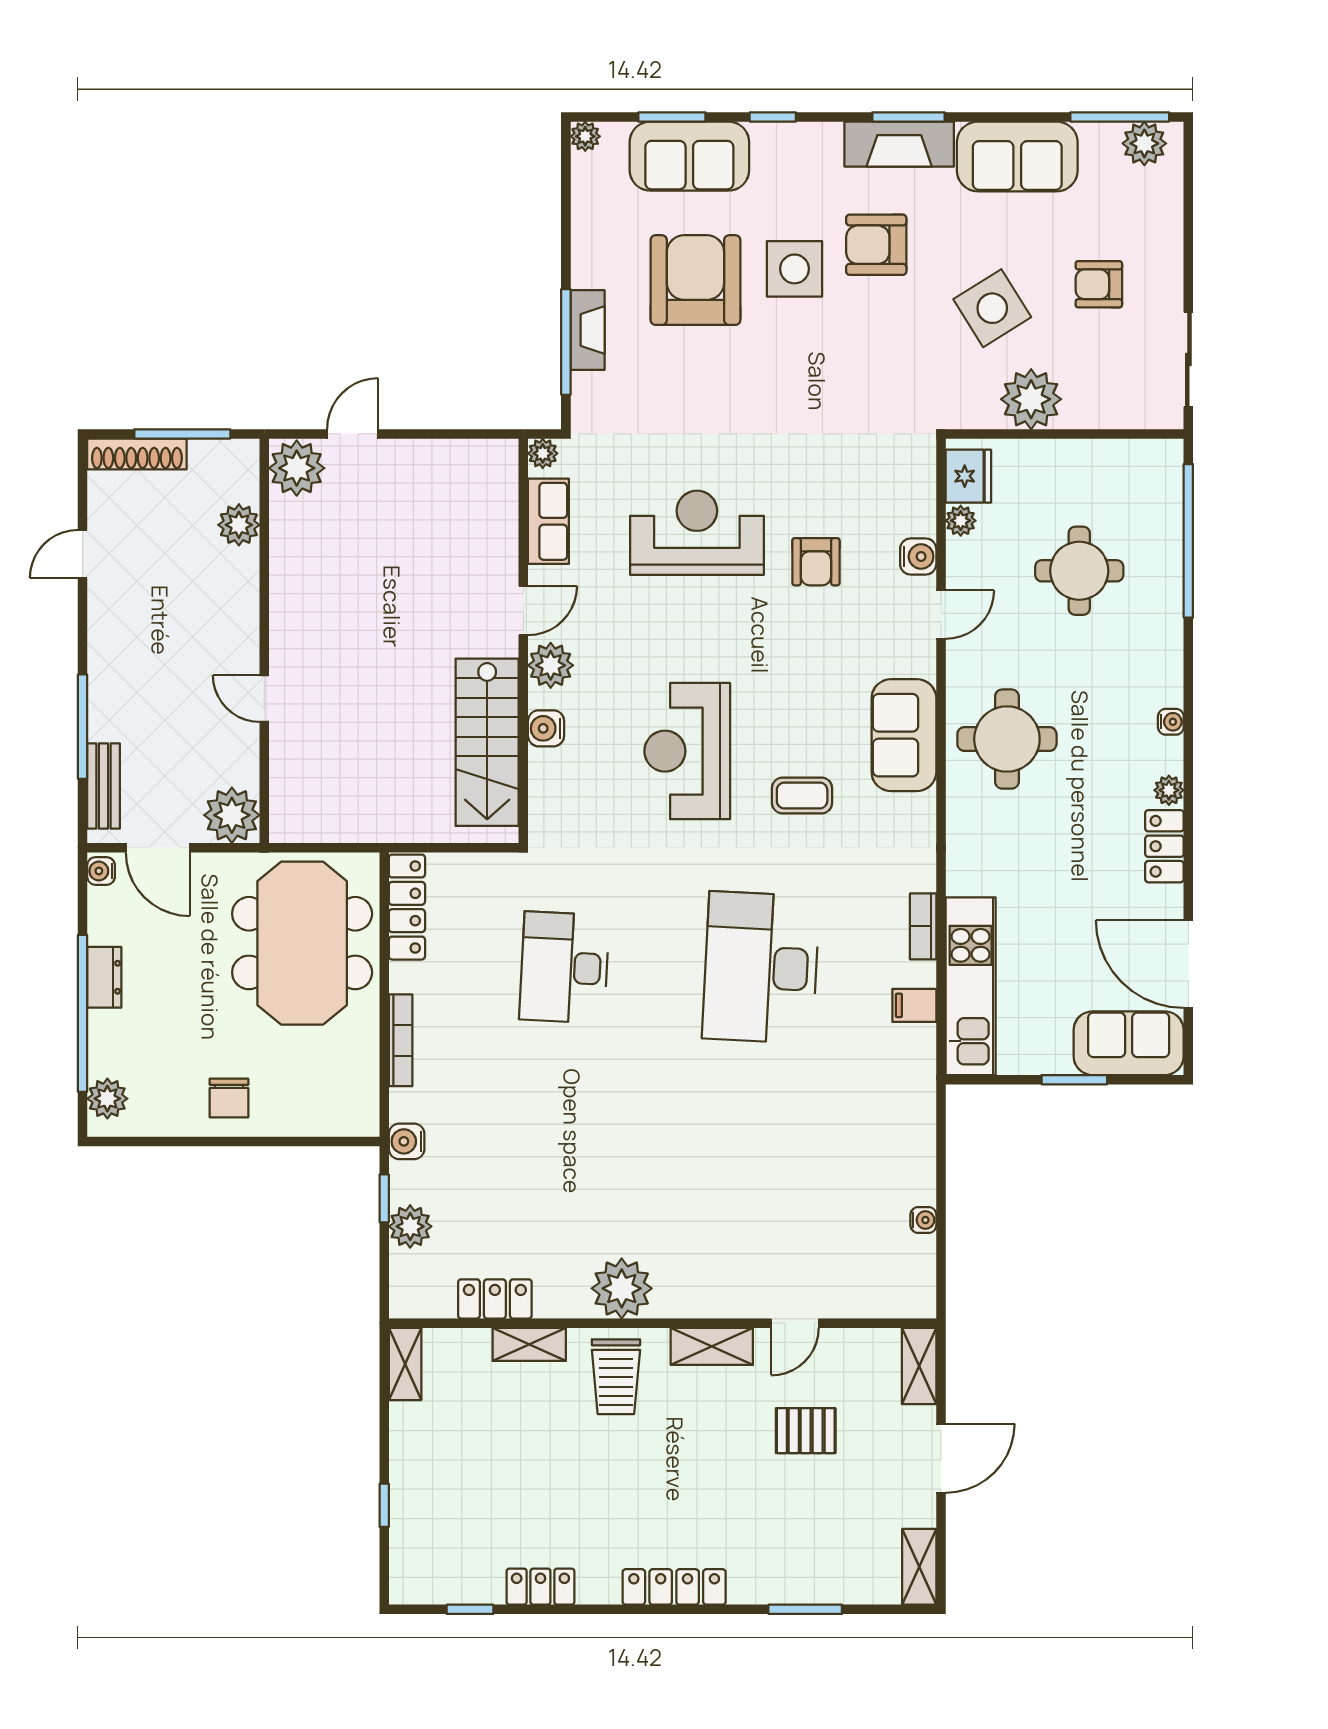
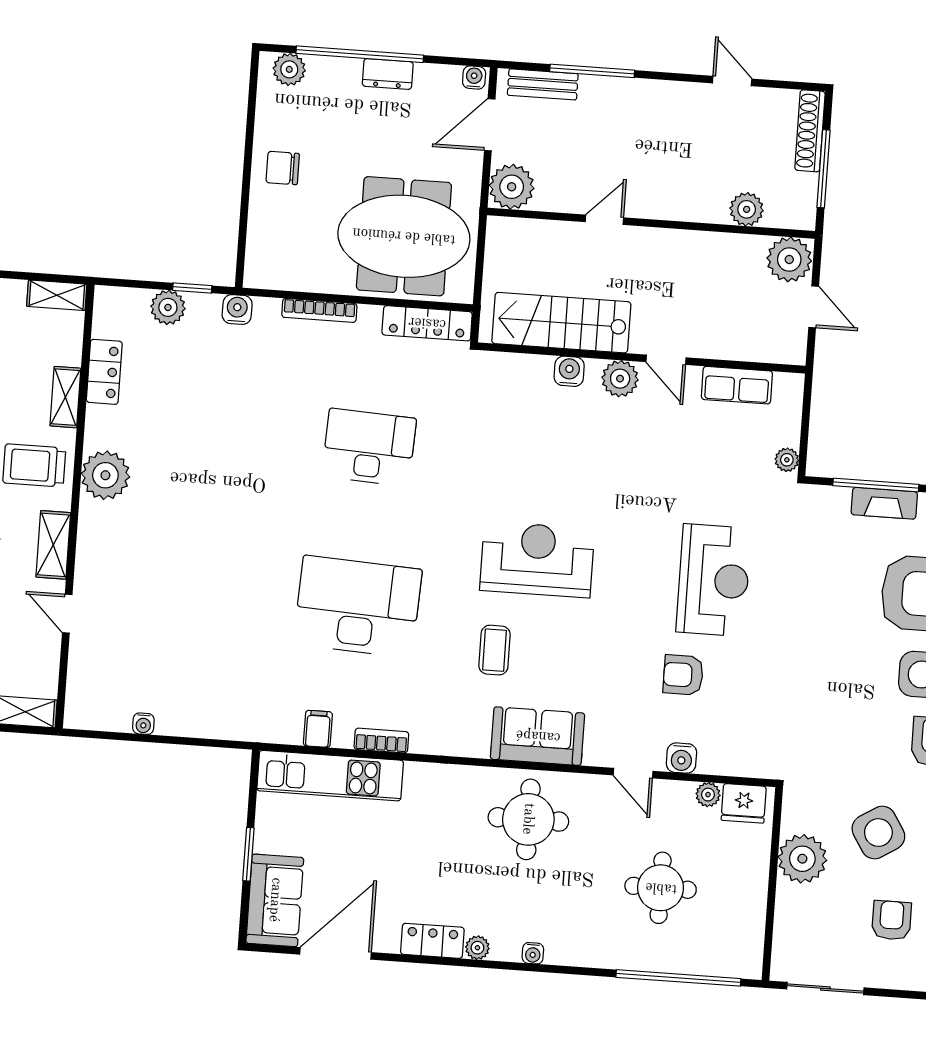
row of seats: (548, 521) -> (737, 385), moved
door: (523, 611) -> (666, 360), moved
wall: (523, 641) -> (641, 358), moved
plant: (551, 665) -> (620, 379), moved
water cooler: (546, 728) -> (569, 371), moved
stairs: (487, 742) -> (561, 323), moved

